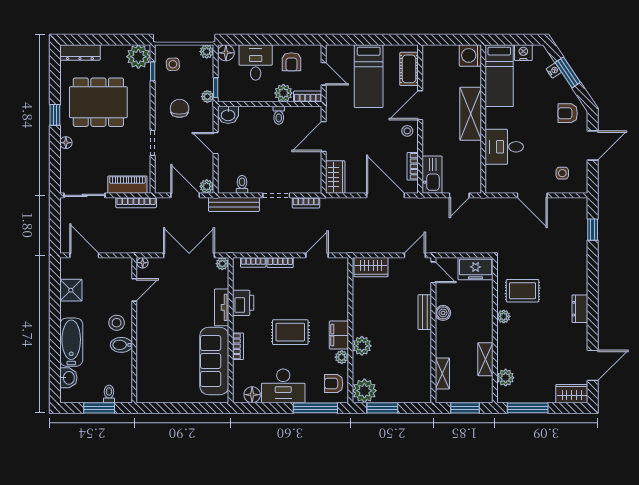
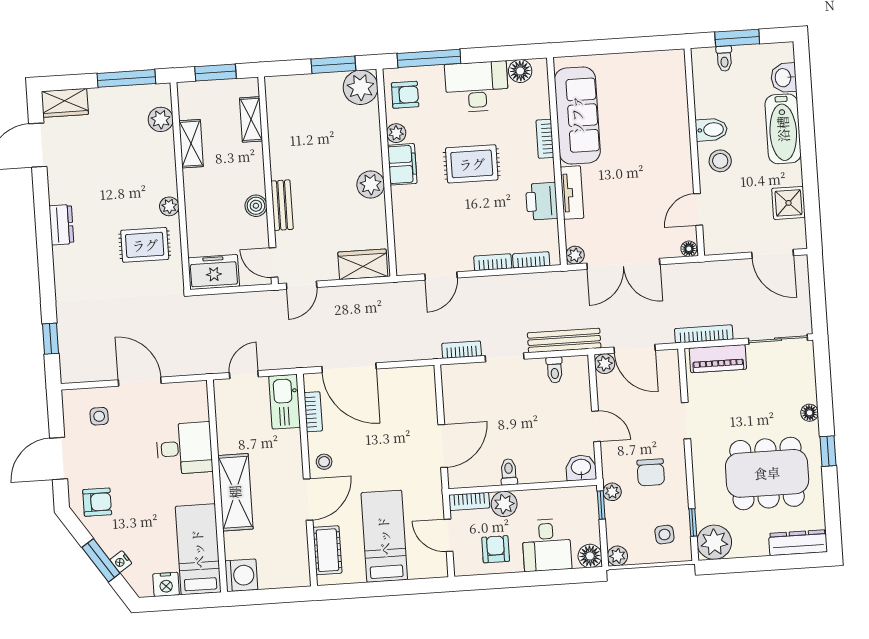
wardrobe: (335, 177) -> (422, 389), removed
plant: (362, 346) -> (371, 185), moved

